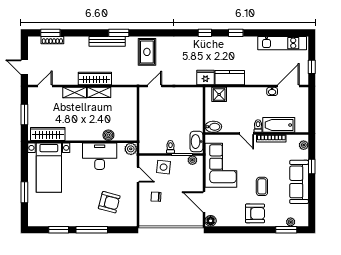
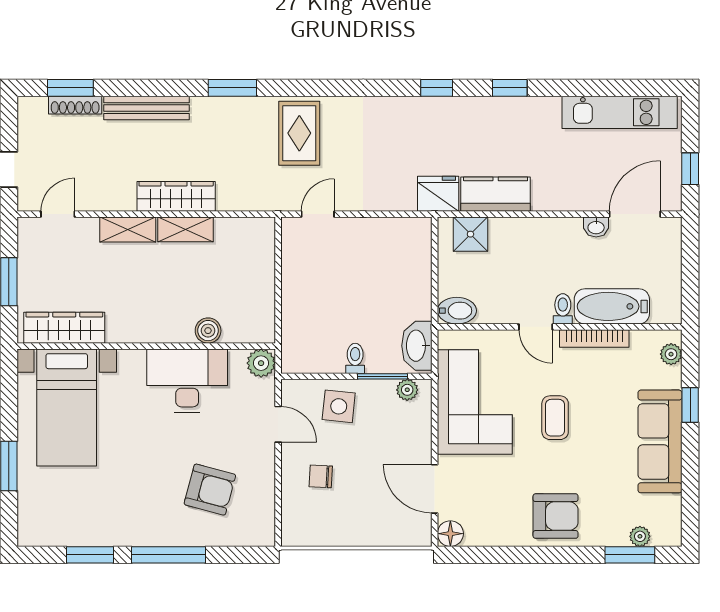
bench: (107, 41) -> (146, 108), moved
coffee table: (262, 186) -> (555, 418), moved

